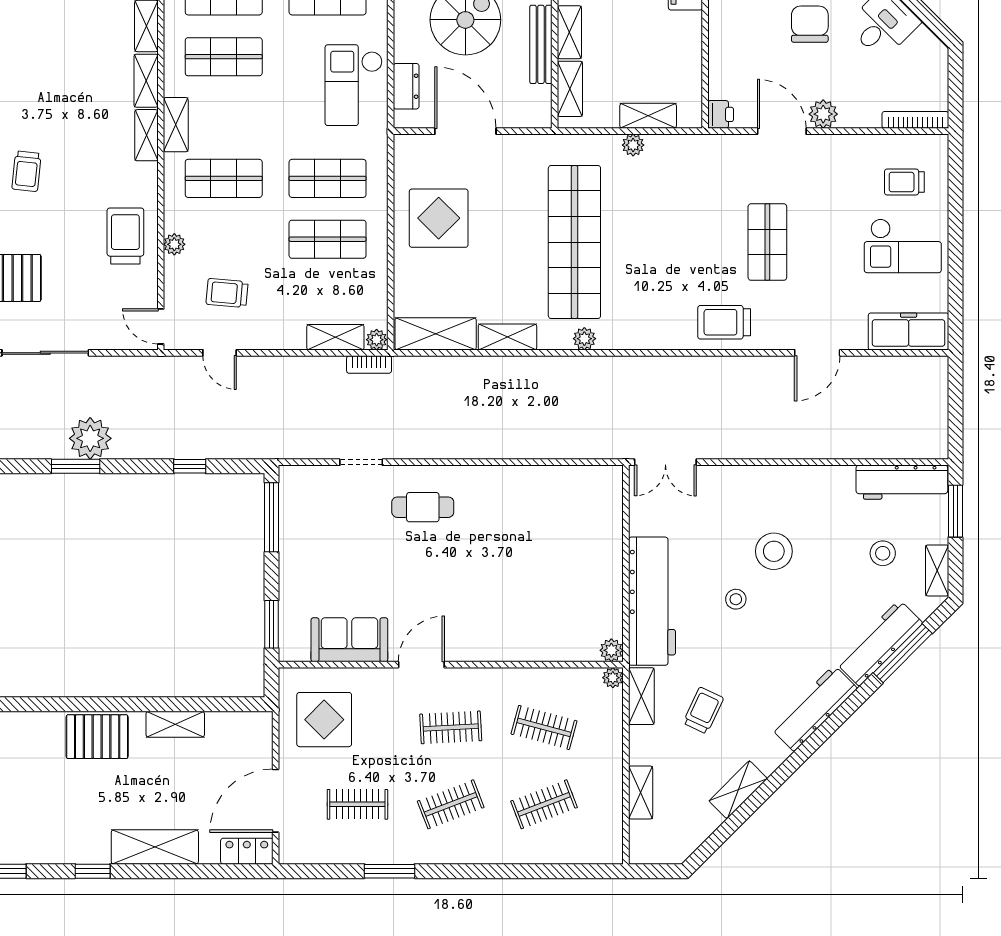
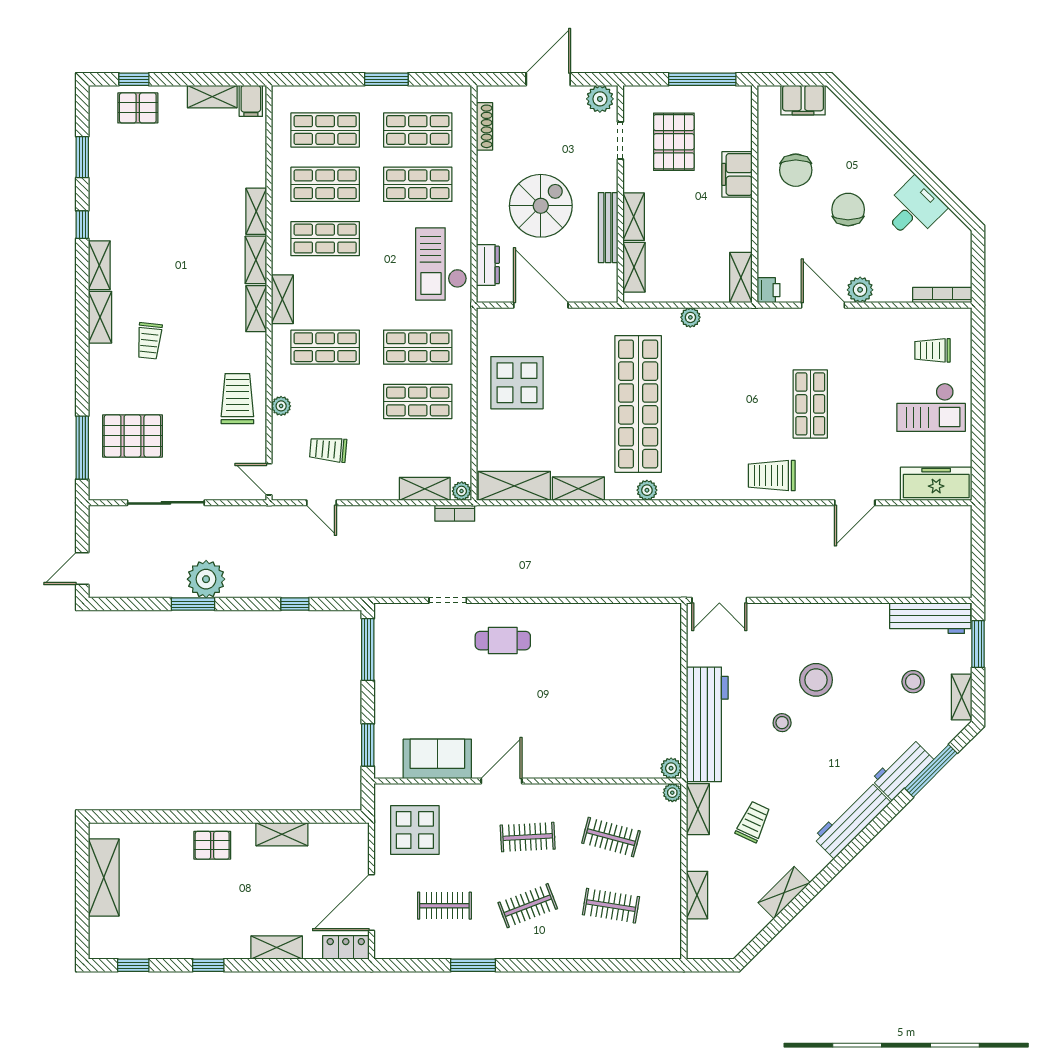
shelving: (648, 116) -> (741, 278), moved, turned 90
workbench: (879, 643) -> (902, 769), width x0.73
pallet: (97, 737) -> (212, 845), width x0.67, depth x0.71
clothes rail: (544, 804) -> (611, 906), turned 30
shelving: (155, 847) -> (277, 948), width x0.67, depth x0.75

